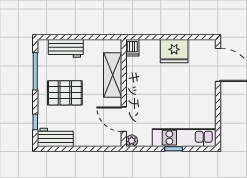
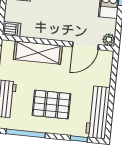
pallet: (65, 93) -> (51, 105), turned 90
workbench: (55, 137) -> (98, 112), width x1.37

